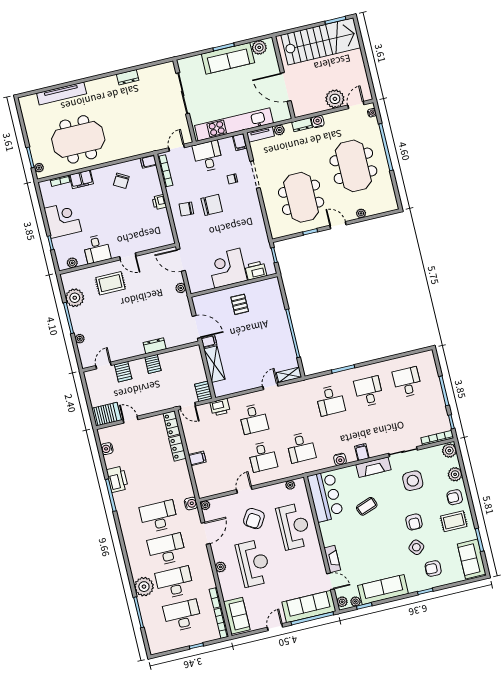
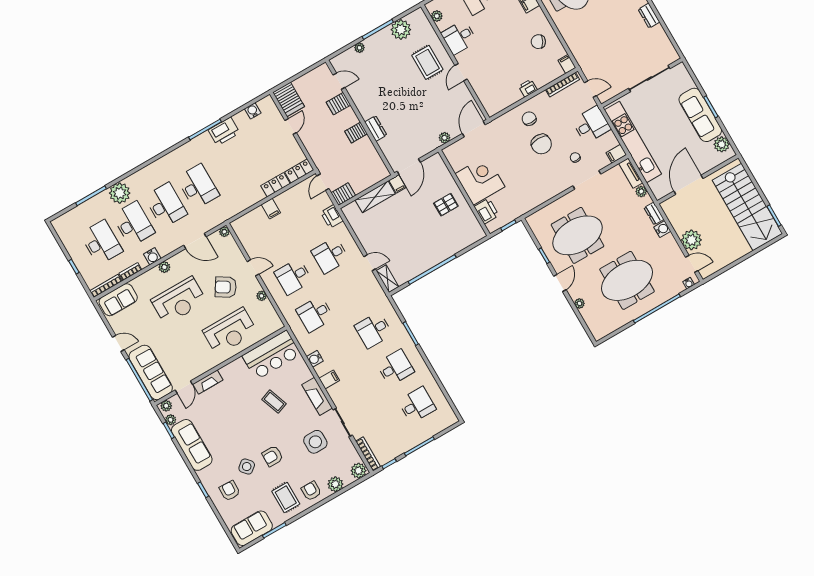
plant: (290, 485) -> (262, 296), moved
water cooler: (191, 504) -> (152, 256), moved

